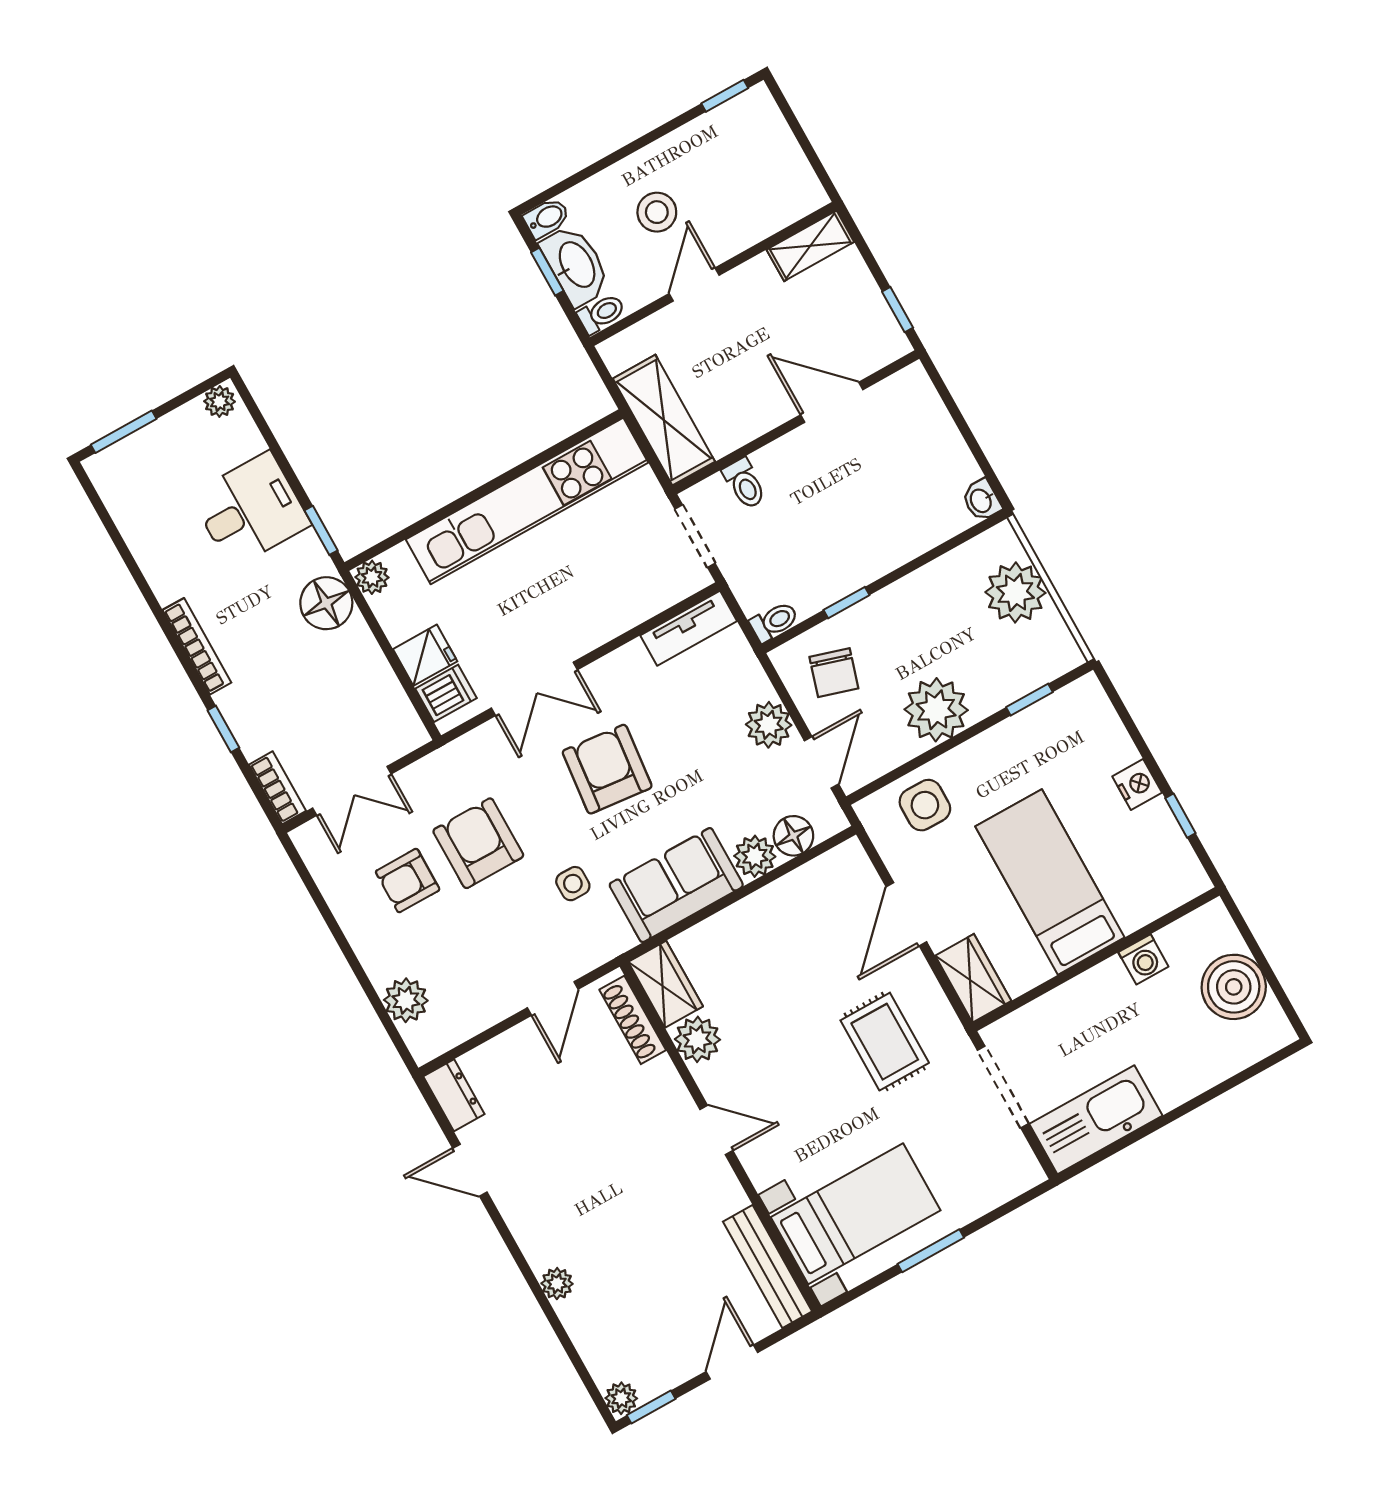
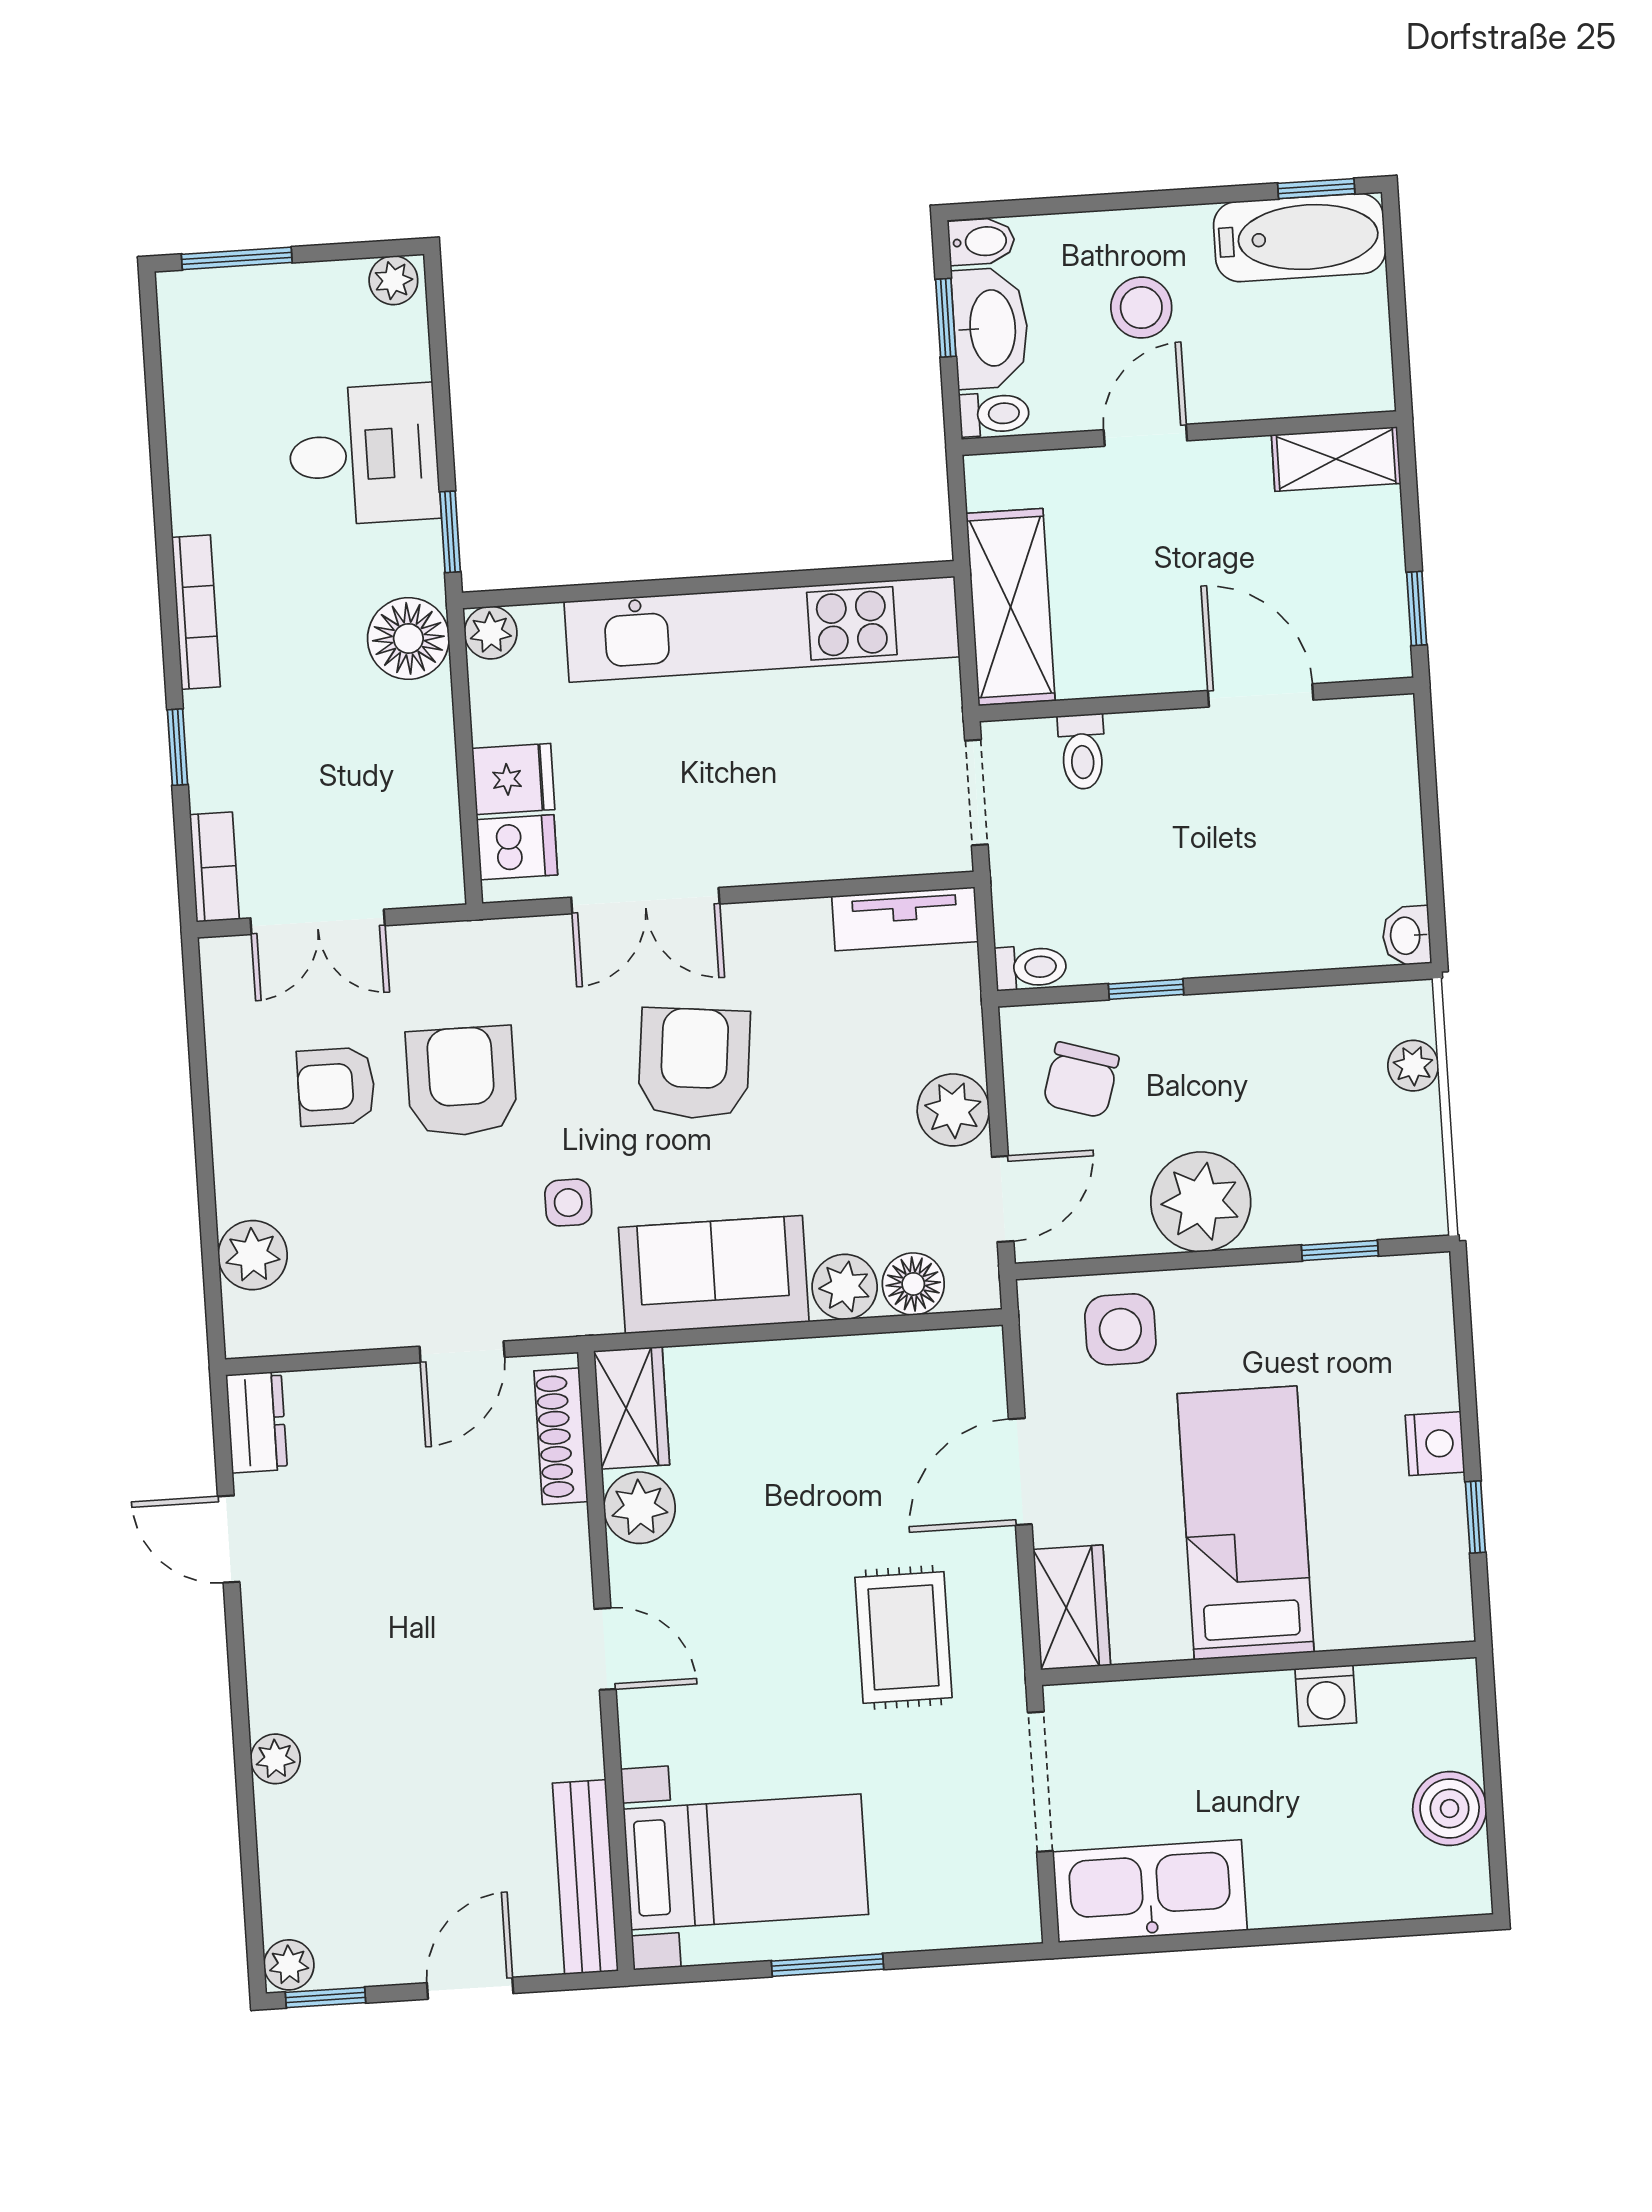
bathtub: (729, 128) -> (1300, 238), added
plant: (1015, 592) -> (1413, 1066), width x0.53, depth x0.53
boiler: (1234, 987) -> (1450, 1809), width x0.73, depth x0.73

